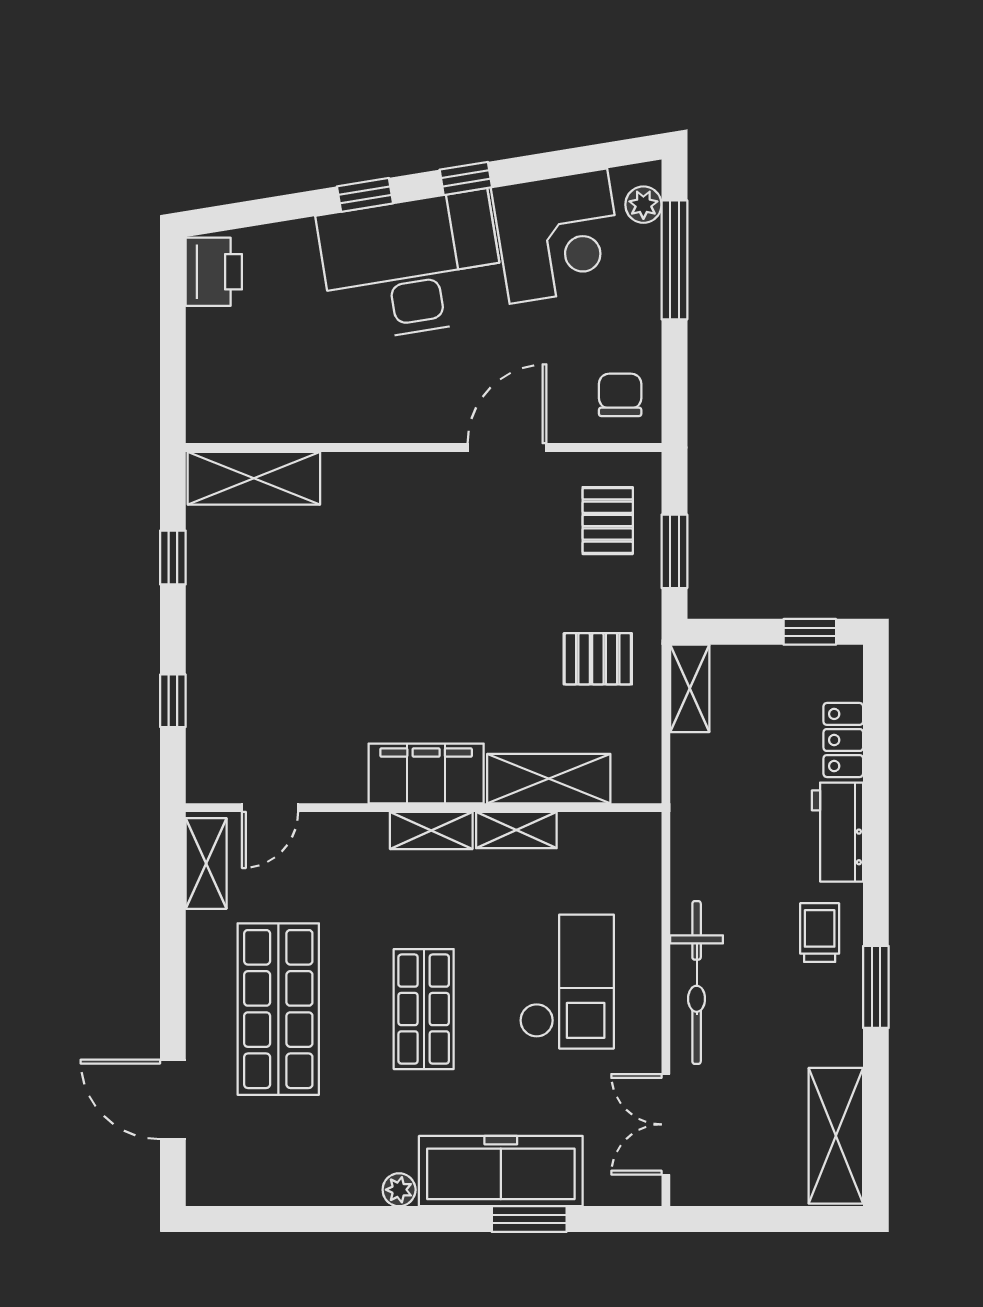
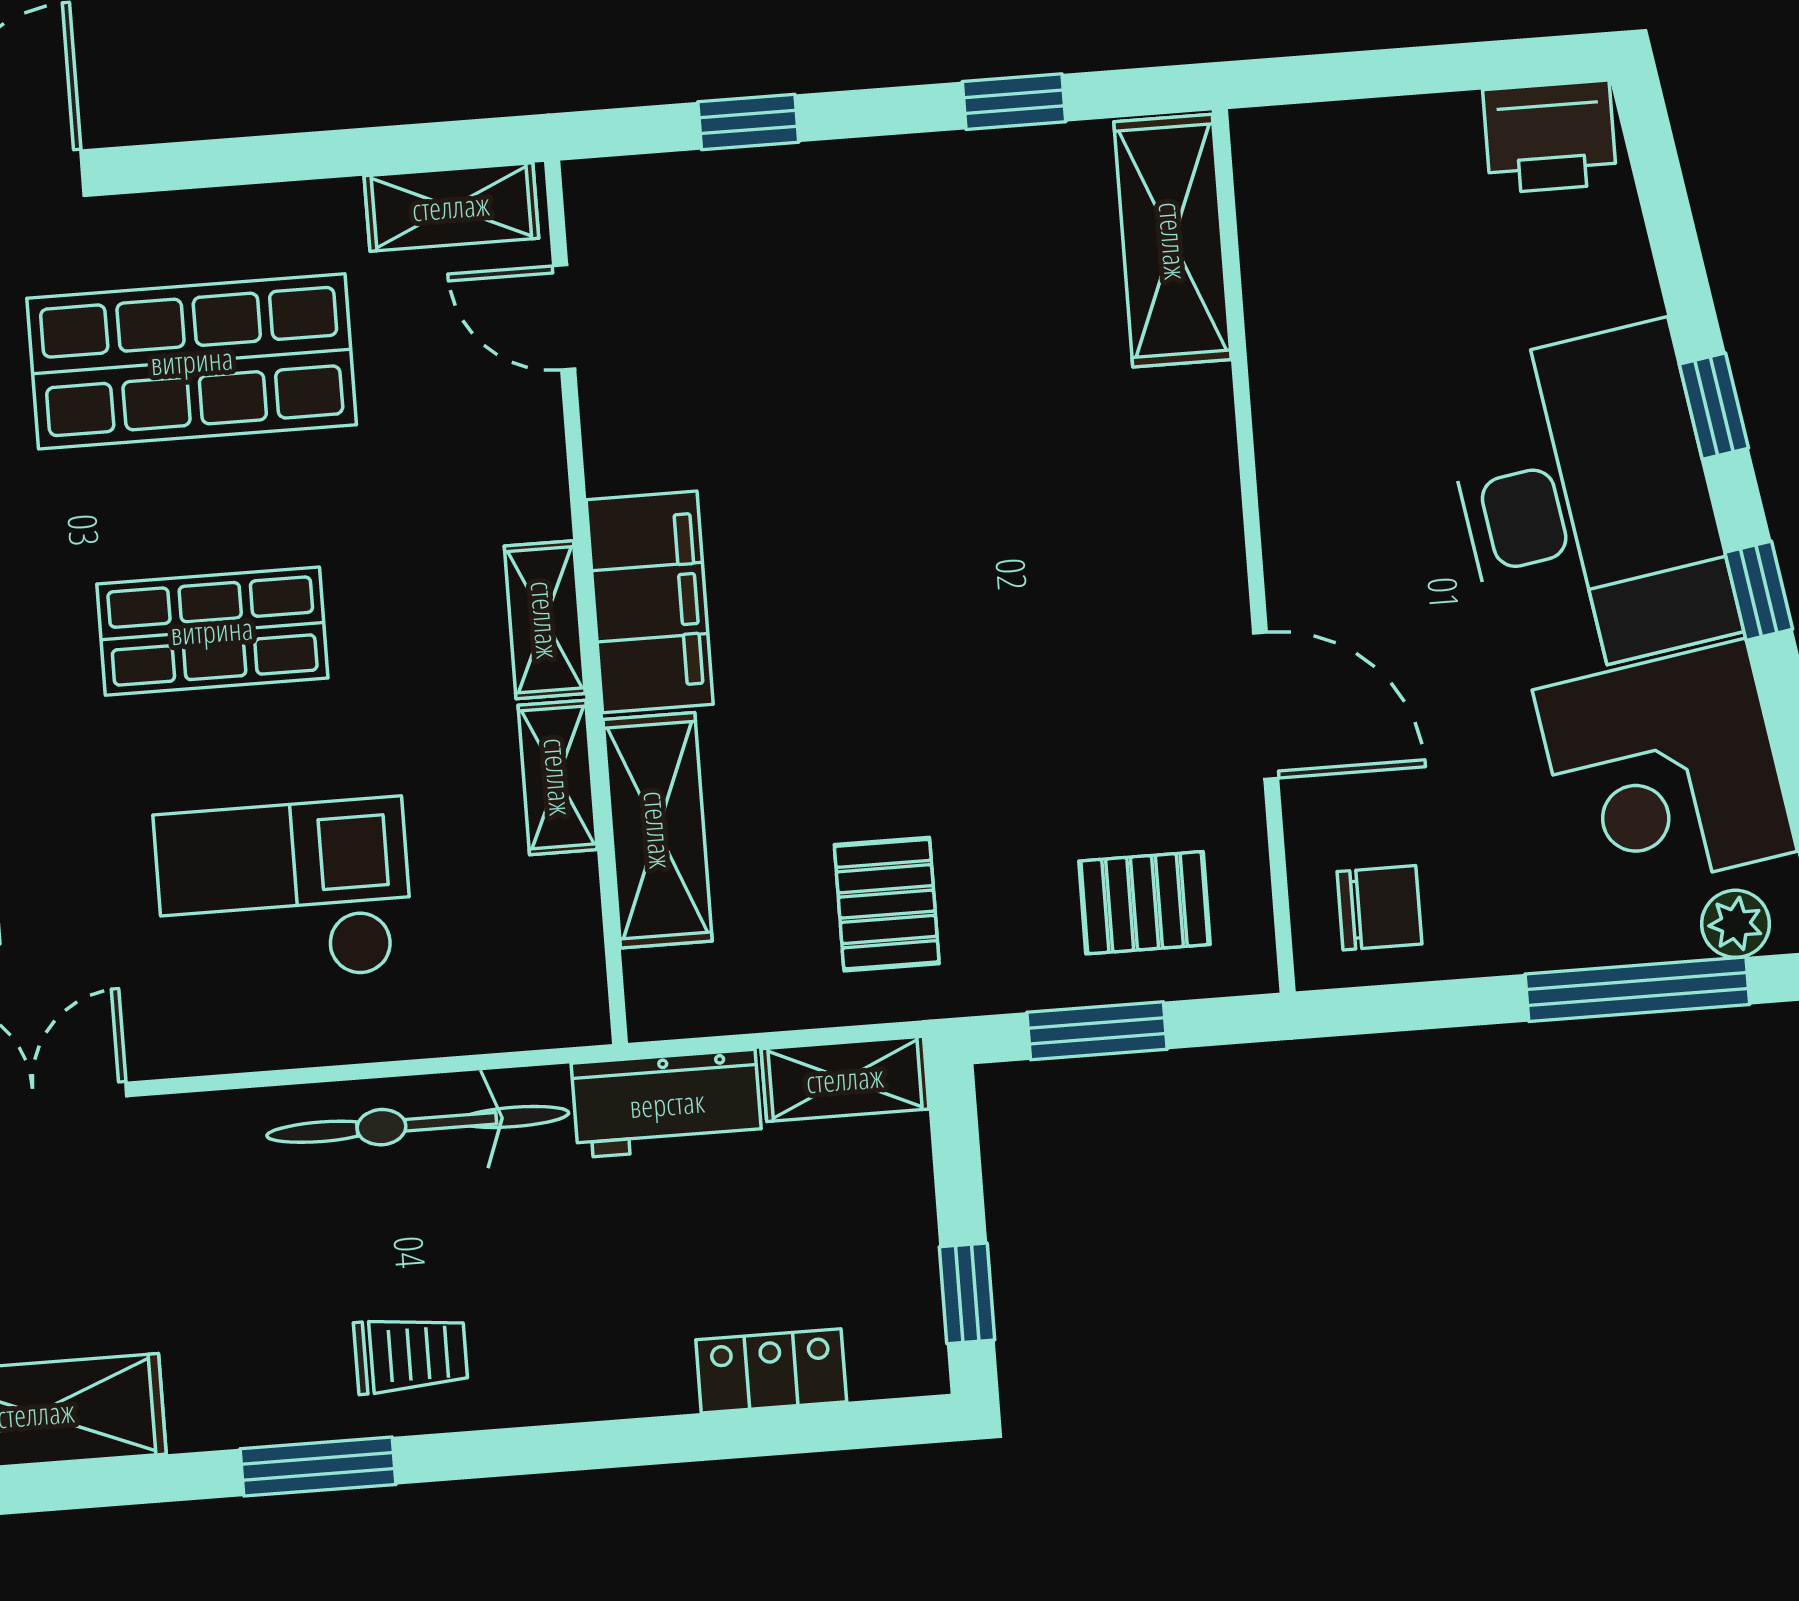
workbench: (837, 832) -> (667, 1104), moved, turned 180
checkout: (567, 982) -> (284, 893), turned 180
bicycle: (697, 982) -> (418, 1124), moved

